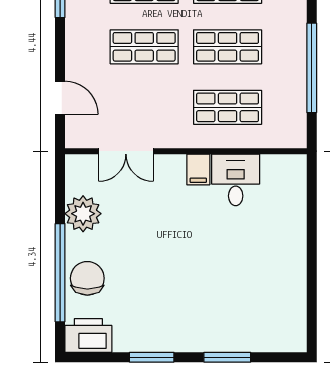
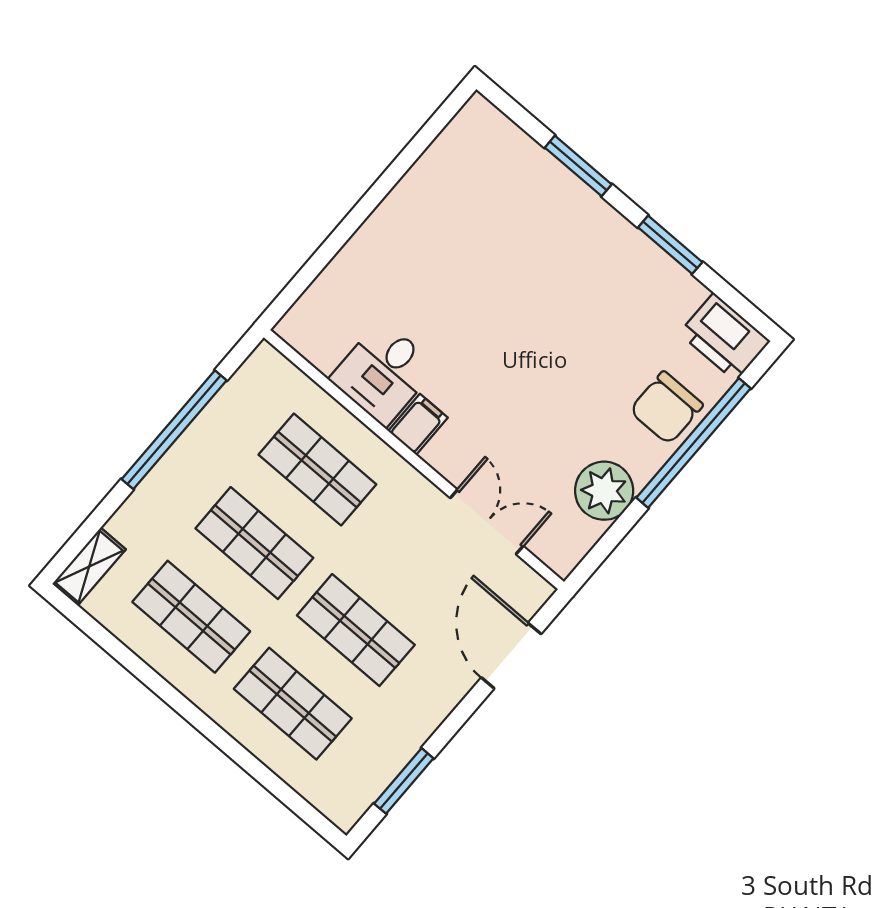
door: (60, 98) -> (511, 656), width x1.38

